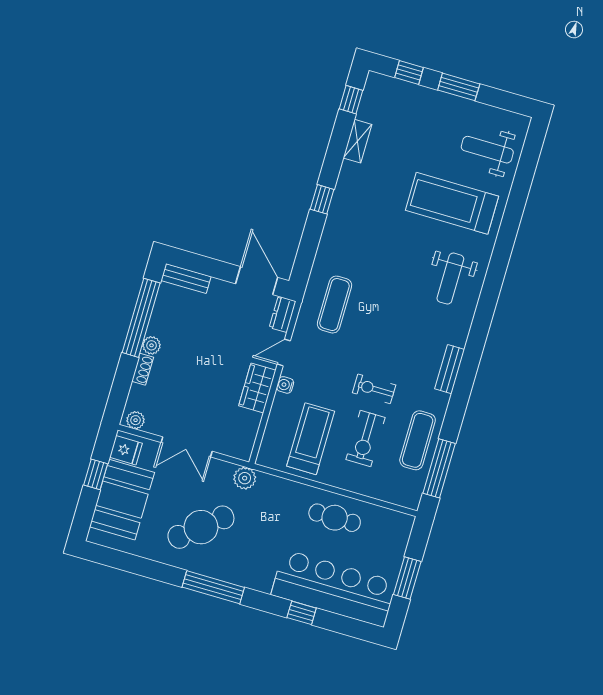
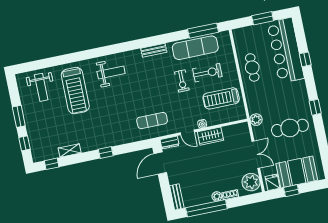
plant: (136, 420) -> (251, 182), width x1.88, depth x1.88
exercise mat: (418, 440) -> (195, 48), width x1.36, depth x1.45
cafe table: (201, 527) -> (290, 128), turned -50
window: (213, 587) -> (315, 107), width x0.46

